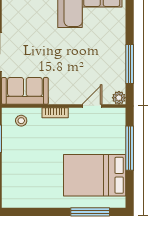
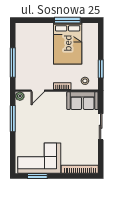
bed: (95, 175) -> (68, 43), moved, turned 90
window: (90, 212) -> (67, 20), moved

